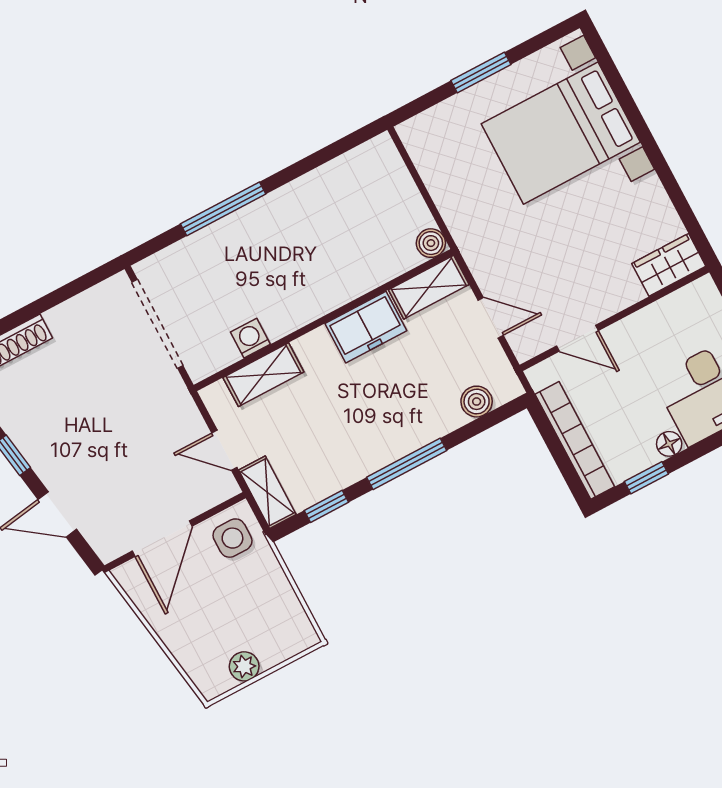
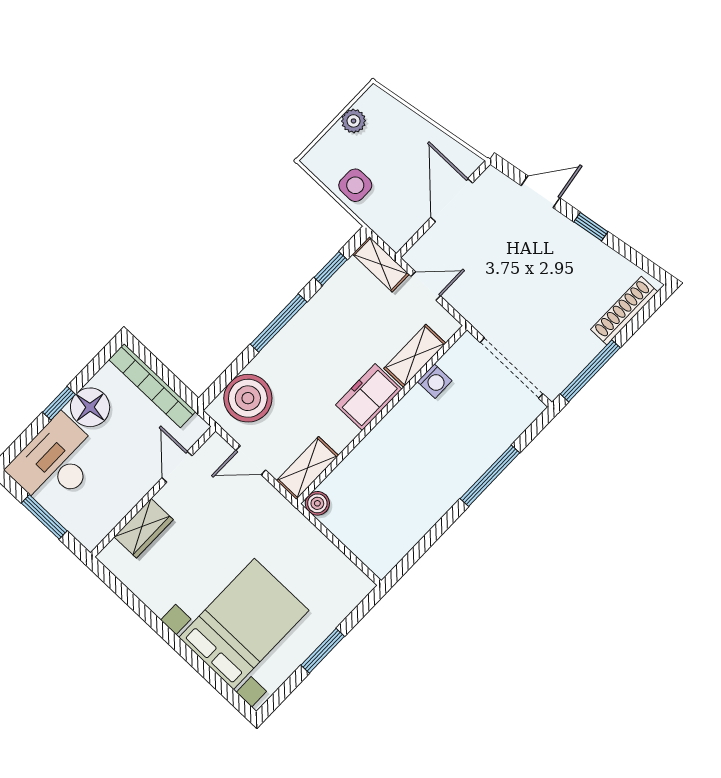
wardrobe: (669, 265) -> (144, 528), moved
window: (69, 291) -> (590, 371), added
freezer: (366, 327) -> (369, 397), moved
door: (577, 338) -> (177, 467), hinge flipped
boiler: (477, 402) -> (248, 398), width x1.86, depth x1.86
floor lamp: (669, 444) -> (90, 407), width x1.89, depth x1.89
window: (646, 478) -> (59, 403), moved
side table: (232, 538) -> (355, 185), moved

